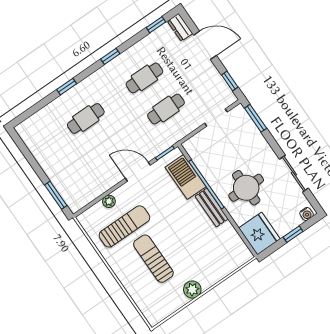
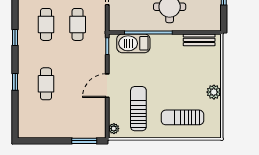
door: (138, 172) -> (107, 86), moved
plant: (109, 201) -> (114, 129), moved
bench: (212, 208) -> (199, 40), moved
fridge: (259, 233) -> (207, 19), removed
sun lounger: (153, 259) -> (182, 117), moved

